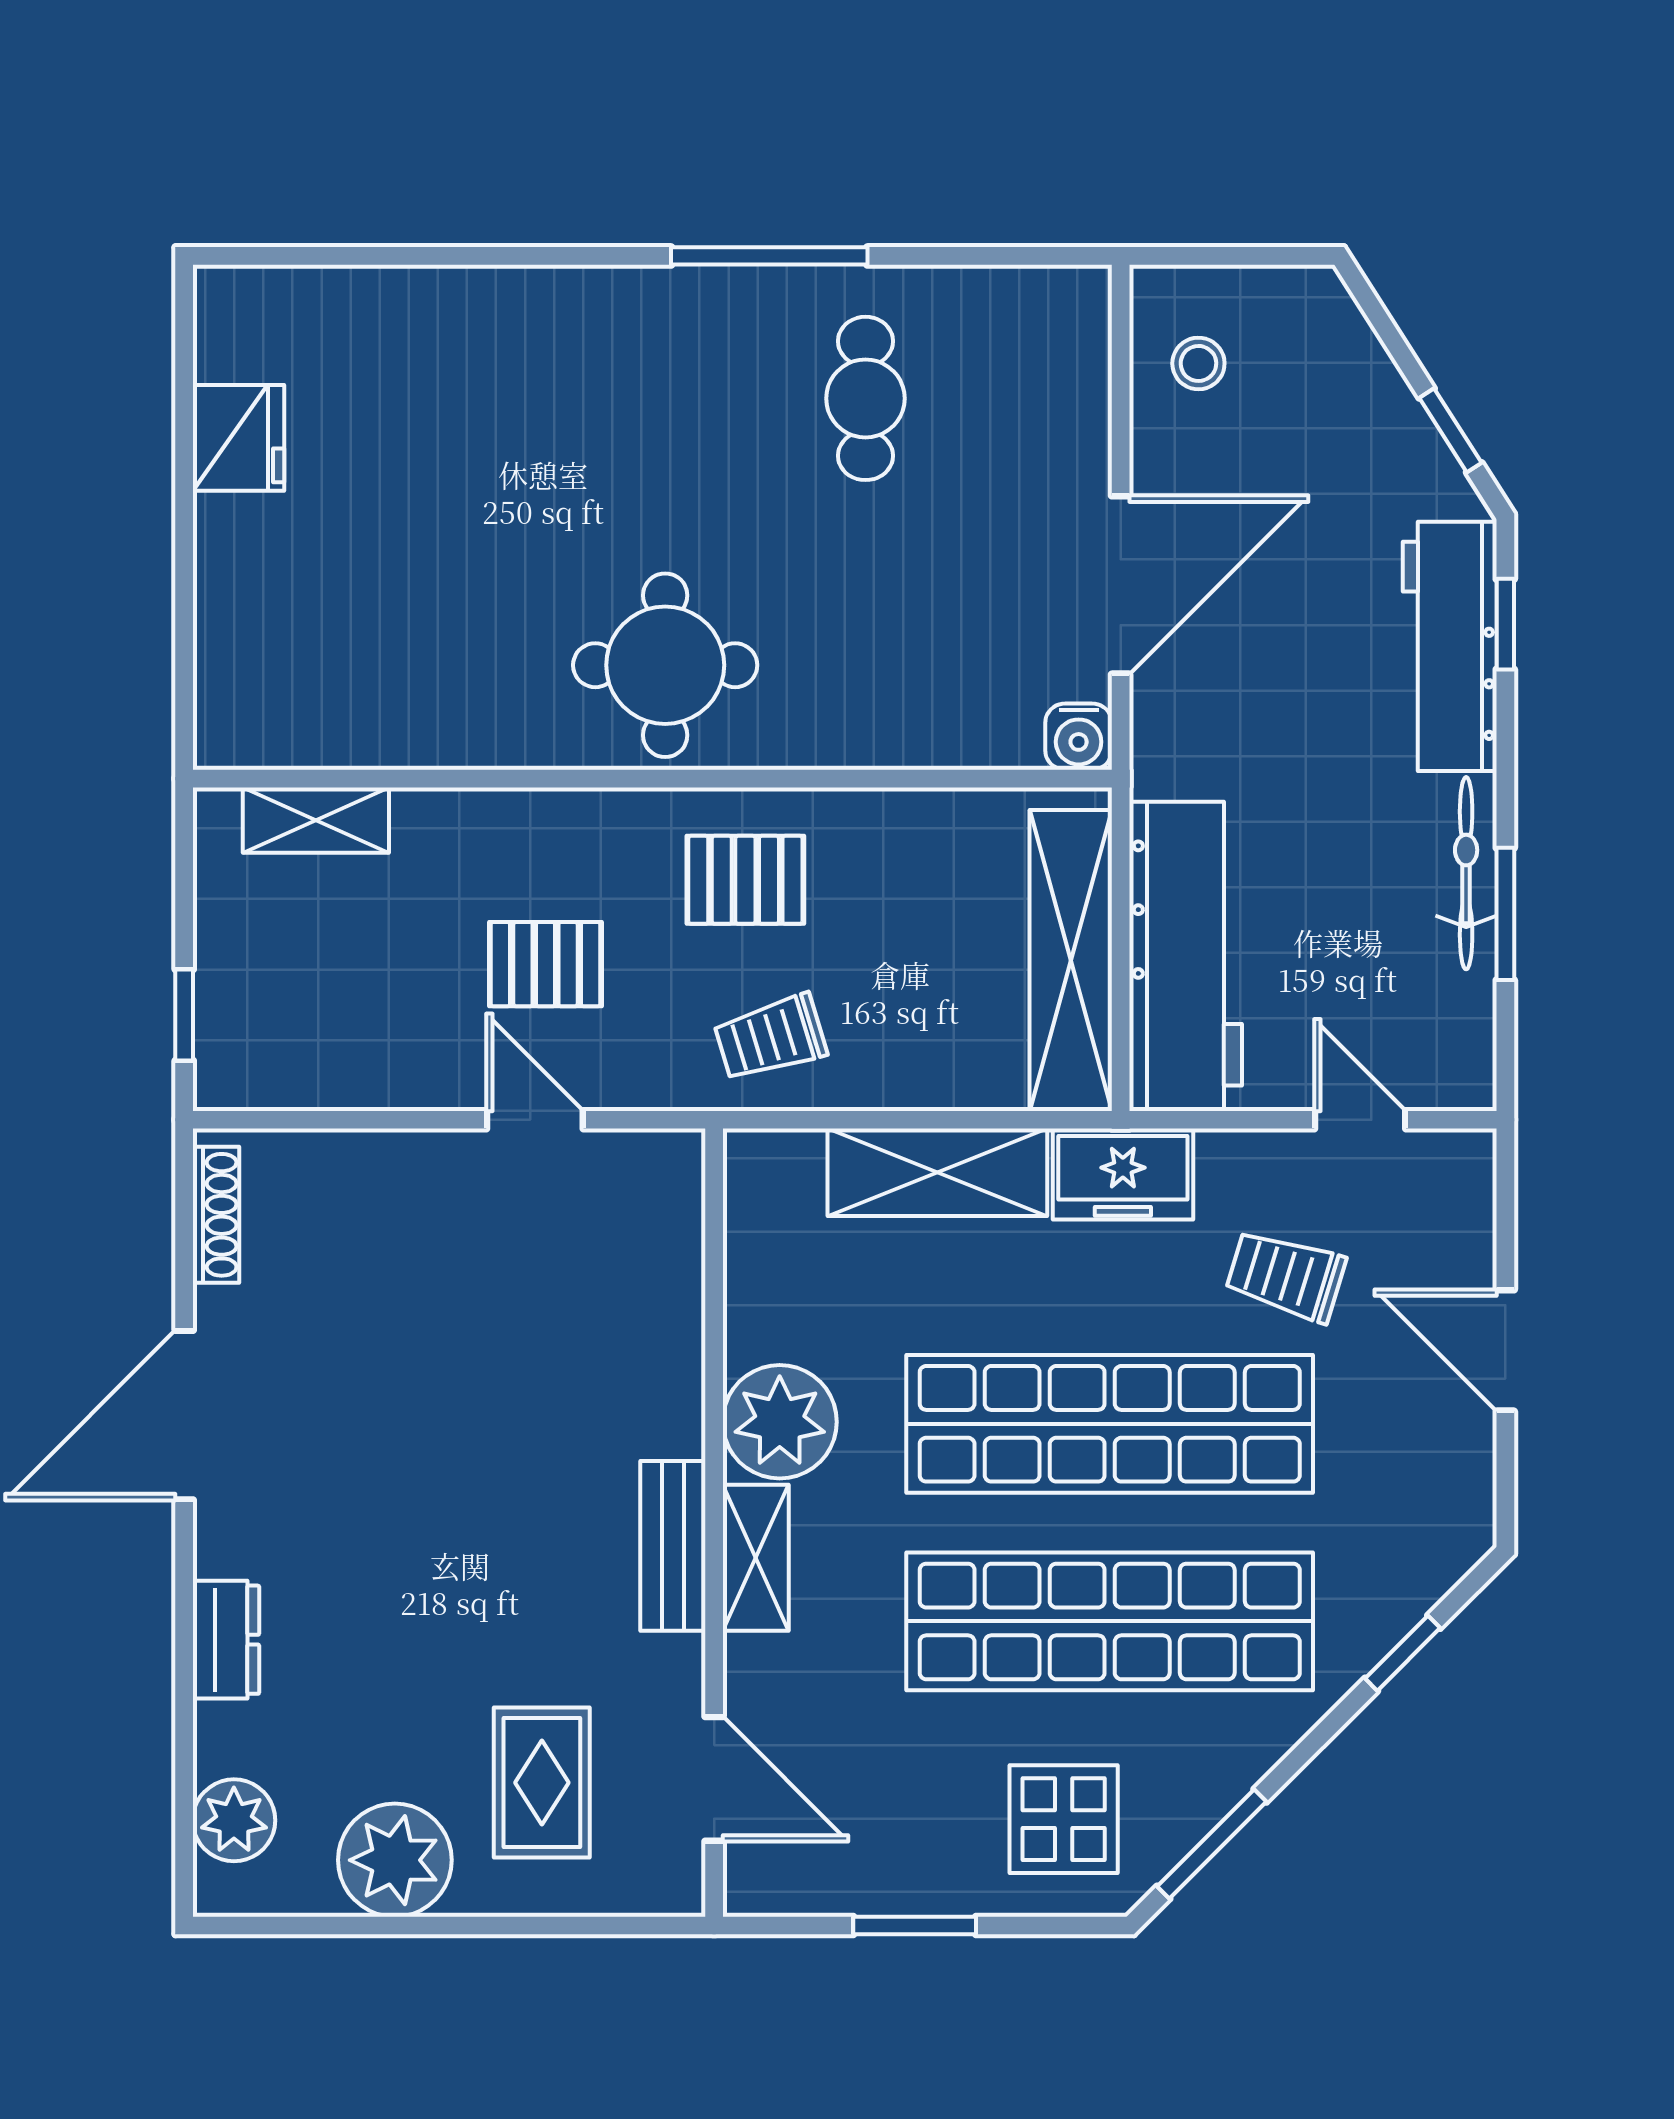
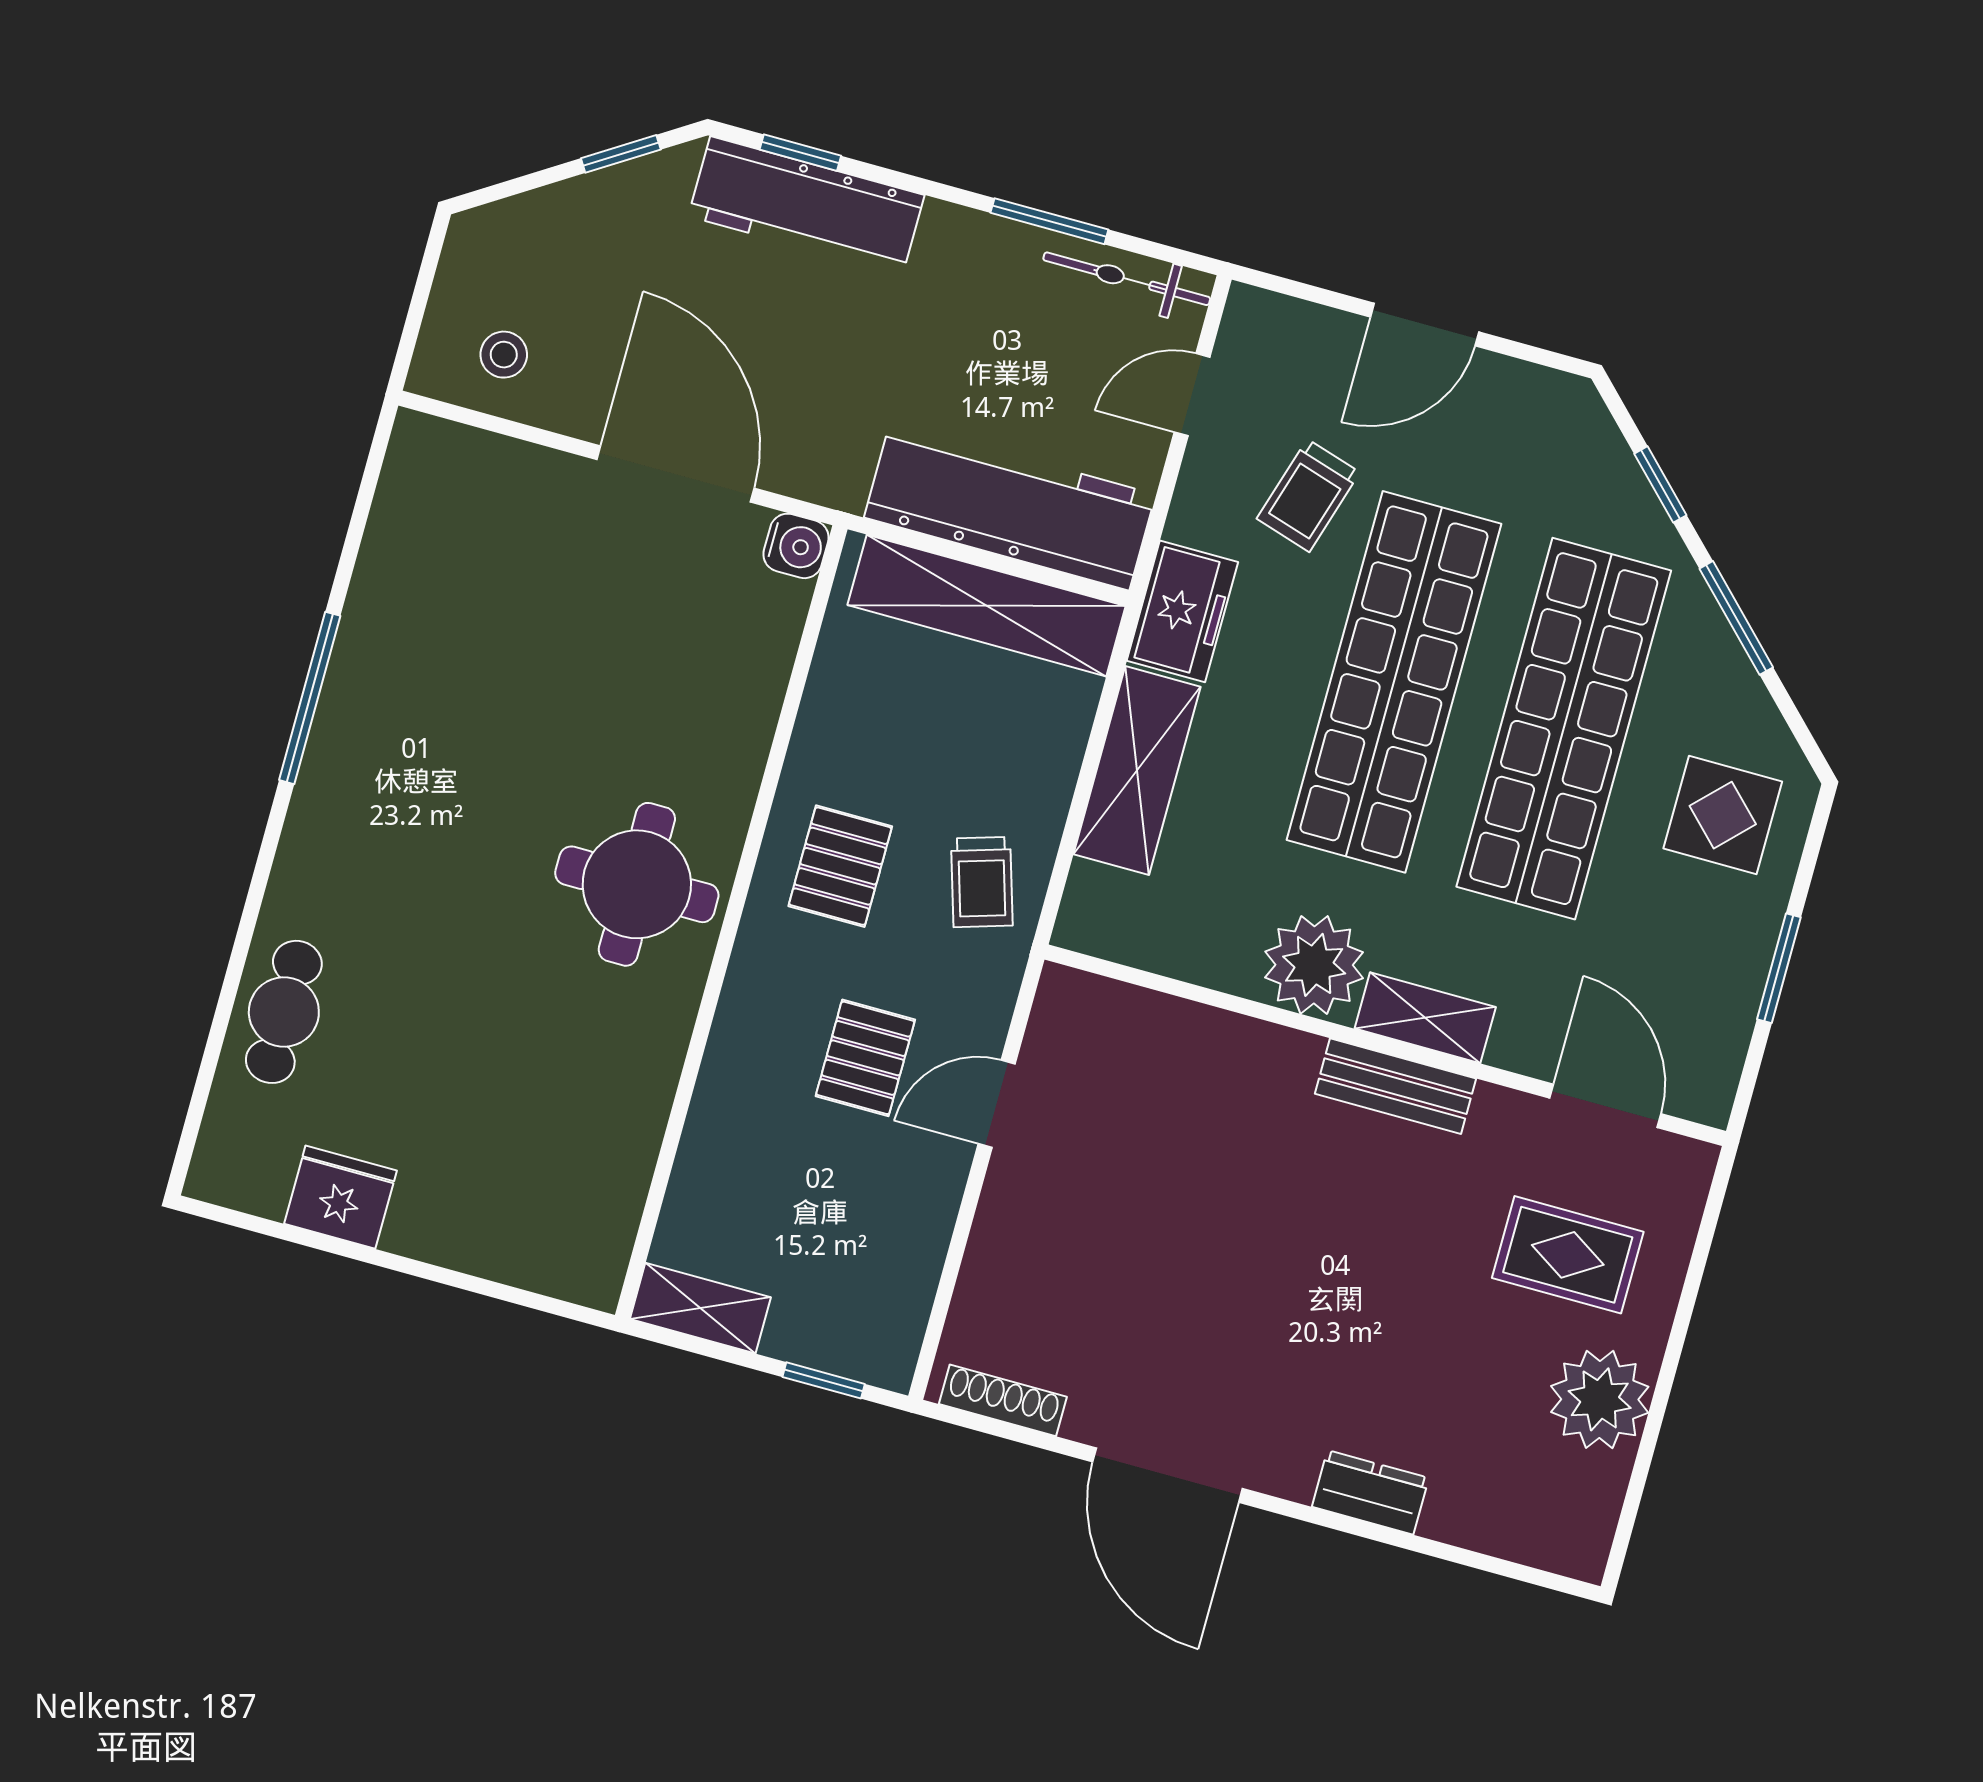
cafe table: (865, 398) -> (284, 1012), moved, turned 90
shelving: (316, 820) -> (700, 1308), moved, turned 90
bicycle: (1466, 873) -> (1127, 279), moved
door: (714, 1779) -> (1605, 1106), hinge flipped
plant: (234, 1820) -> (1527, 1528), removed
window: (1212, 1844) -> (1736, 618), moved

